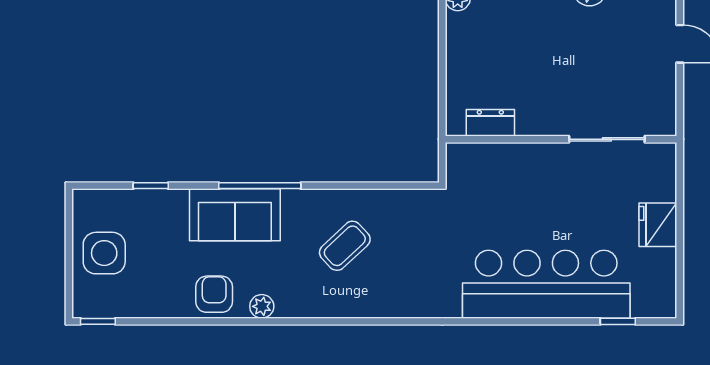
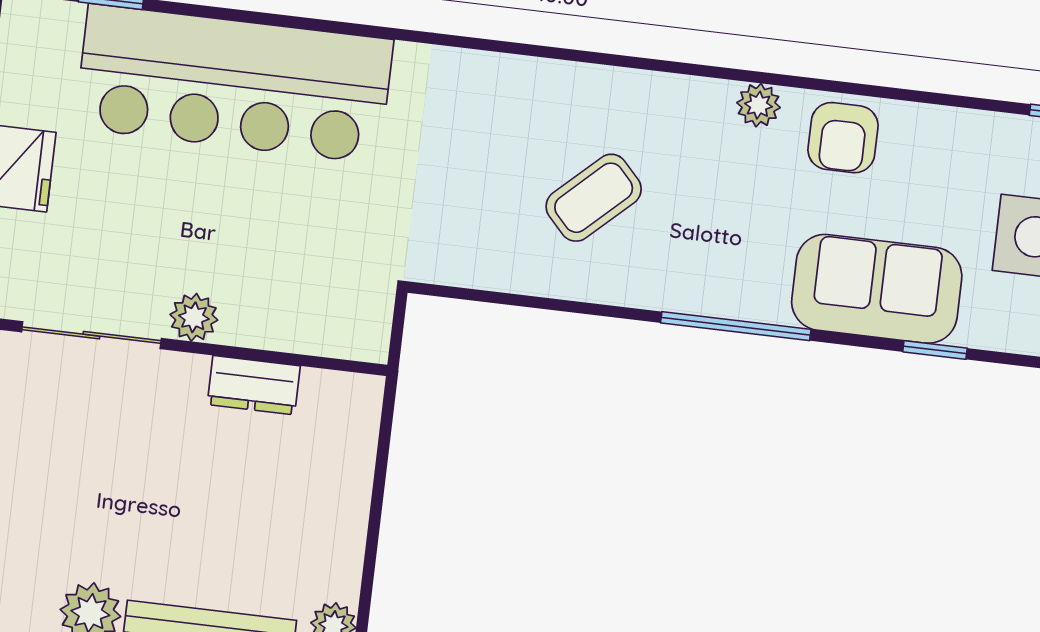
dresser: (490, 123) -> (254, 385), moved
plant: (553, 156) -> (194, 317), added
sofa: (235, 215) -> (877, 289), moved

